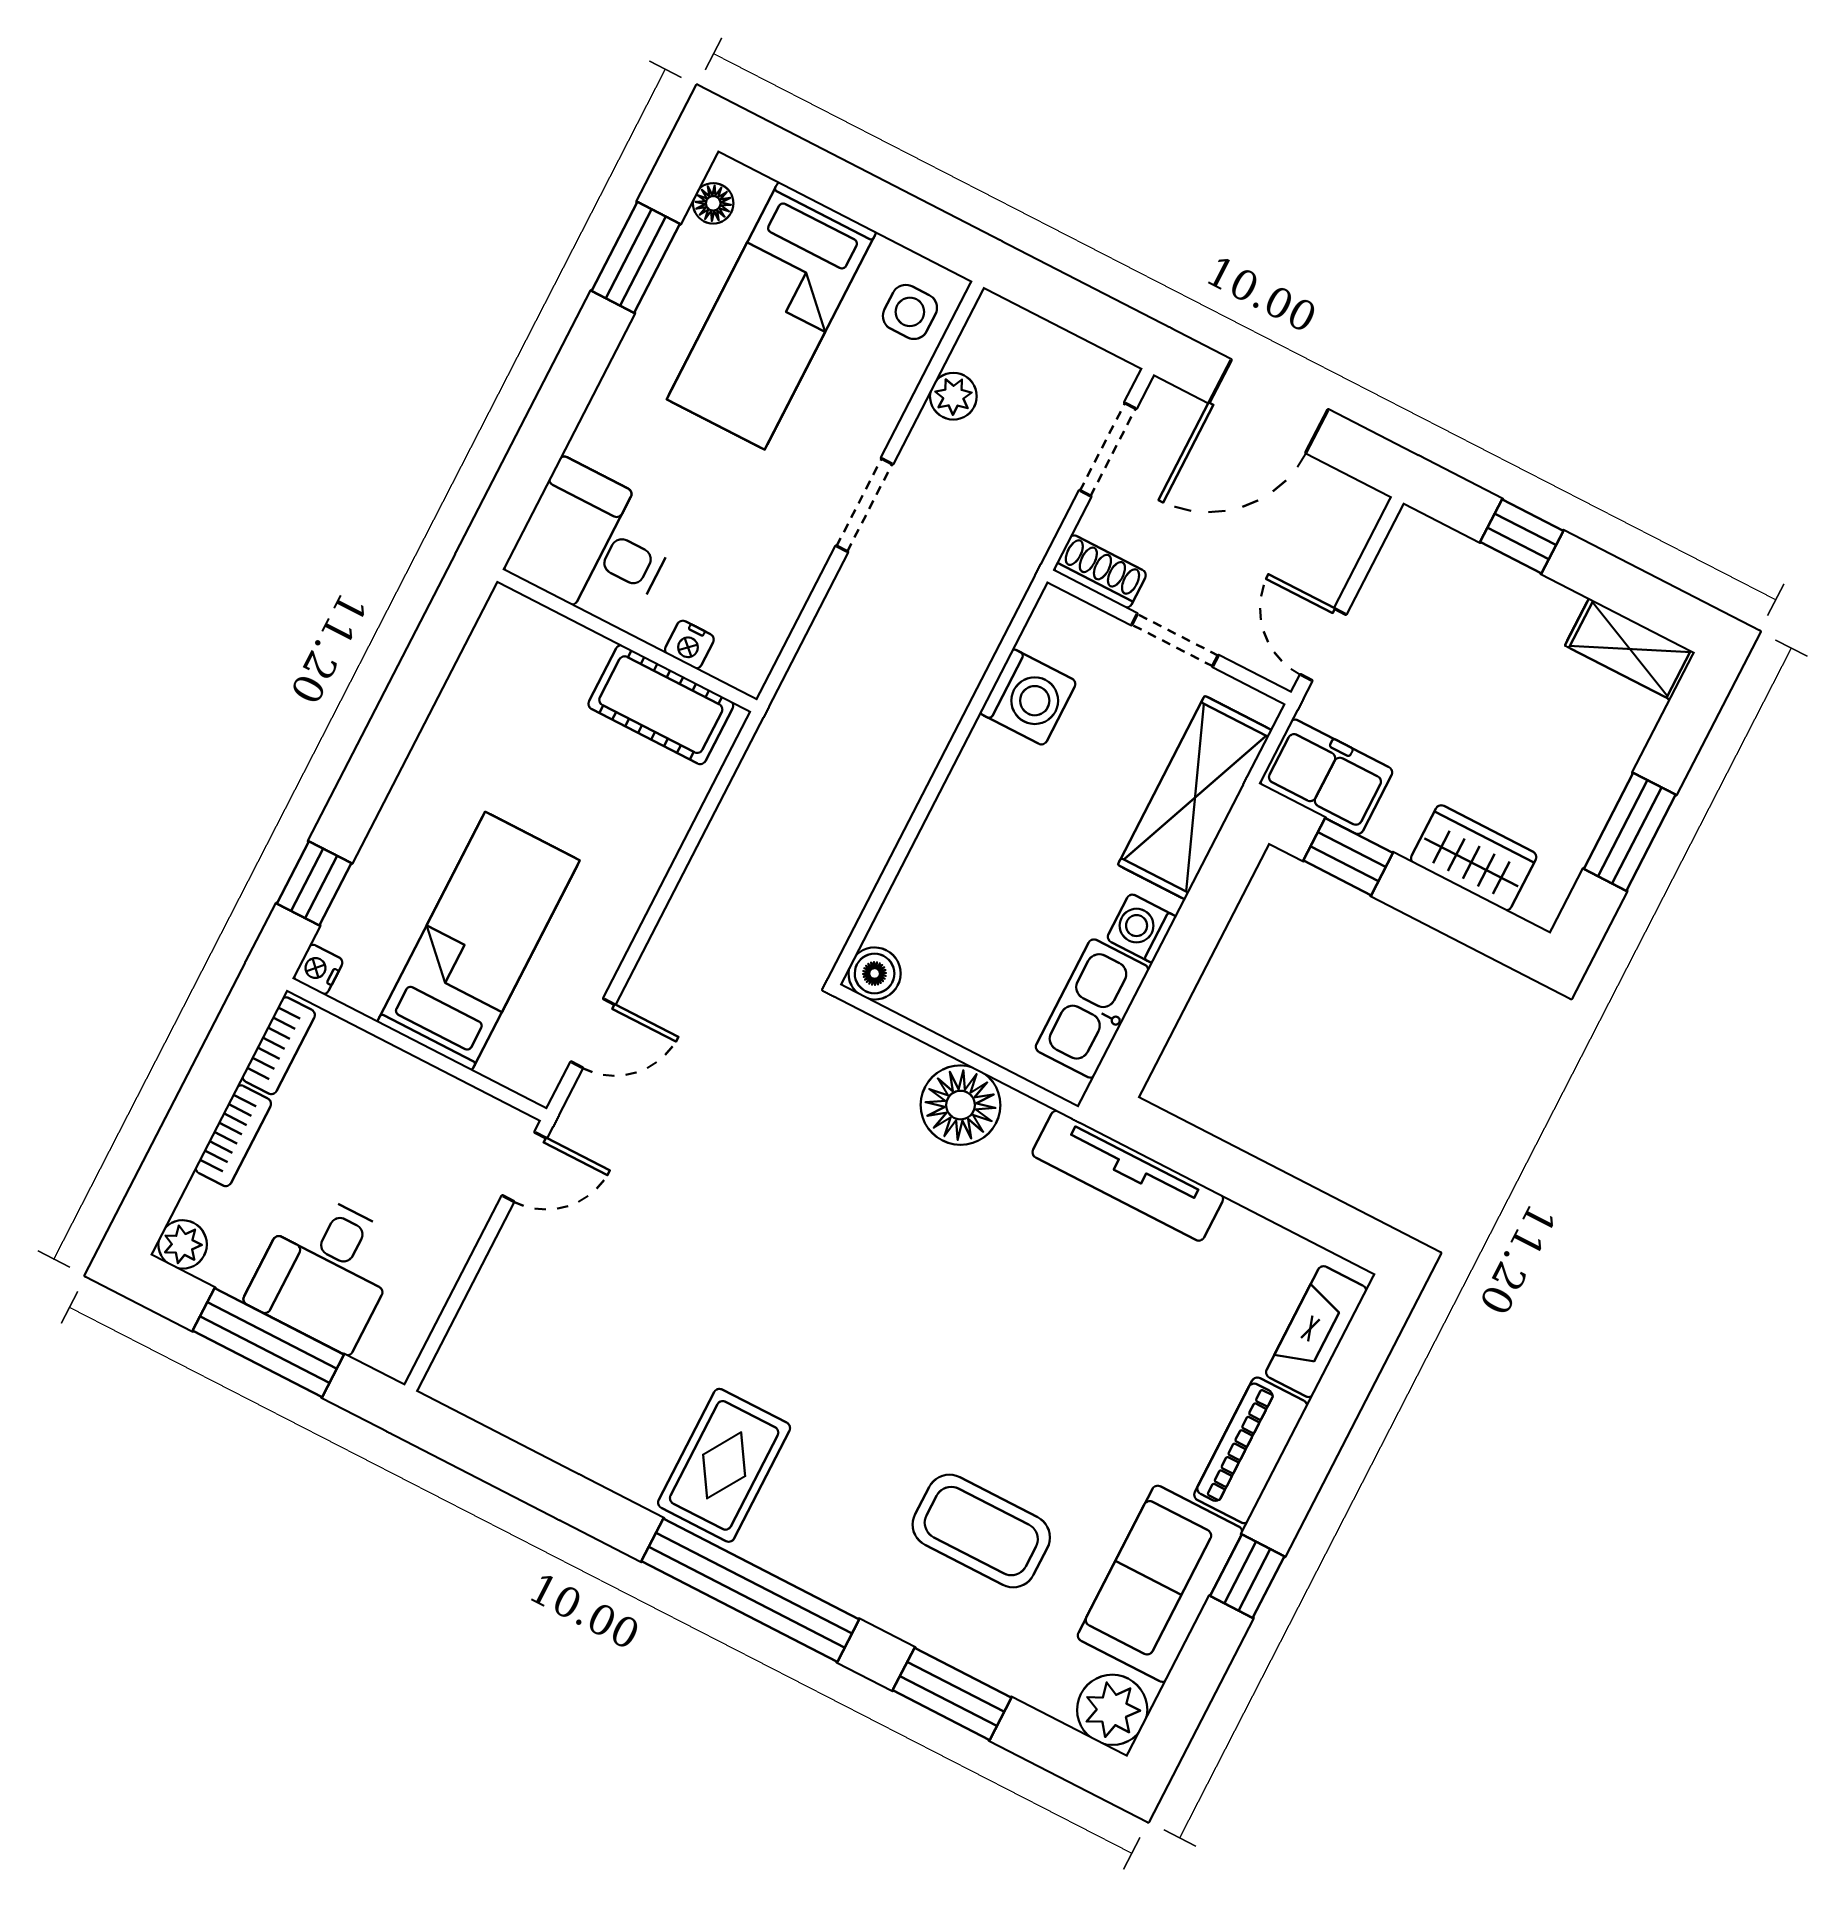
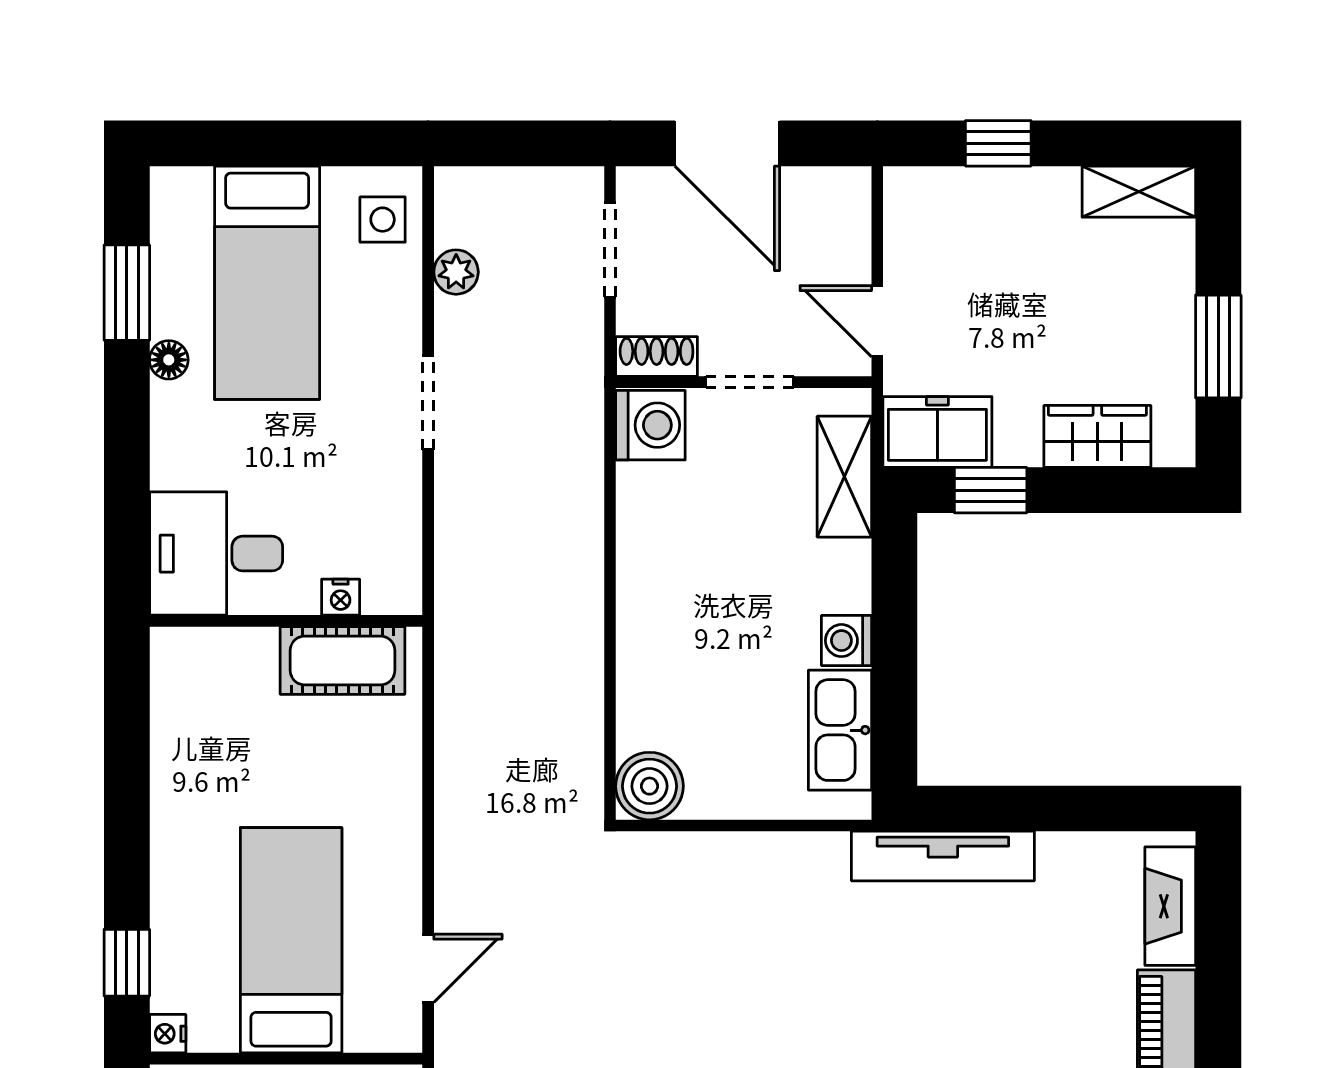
floor lamp: (713, 203) -> (169, 360), moved
door: (1268, 406) -> (727, 143), hinge flipped
washing machine: (1028, 697) -> (650, 425), moved
shelving: (1195, 798) -> (844, 477), width x0.67, depth x0.75
boiler: (875, 973) -> (649, 786), width x1.36, depth x1.36
floor lamp: (960, 1105) -> (771, 869), removed

